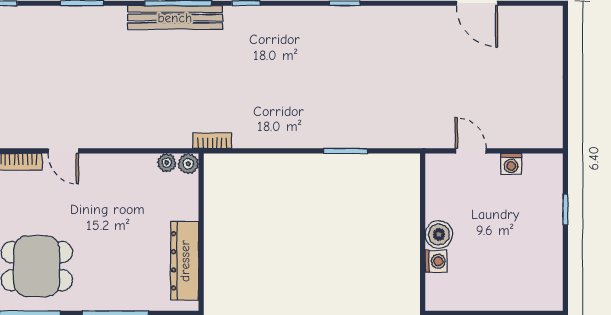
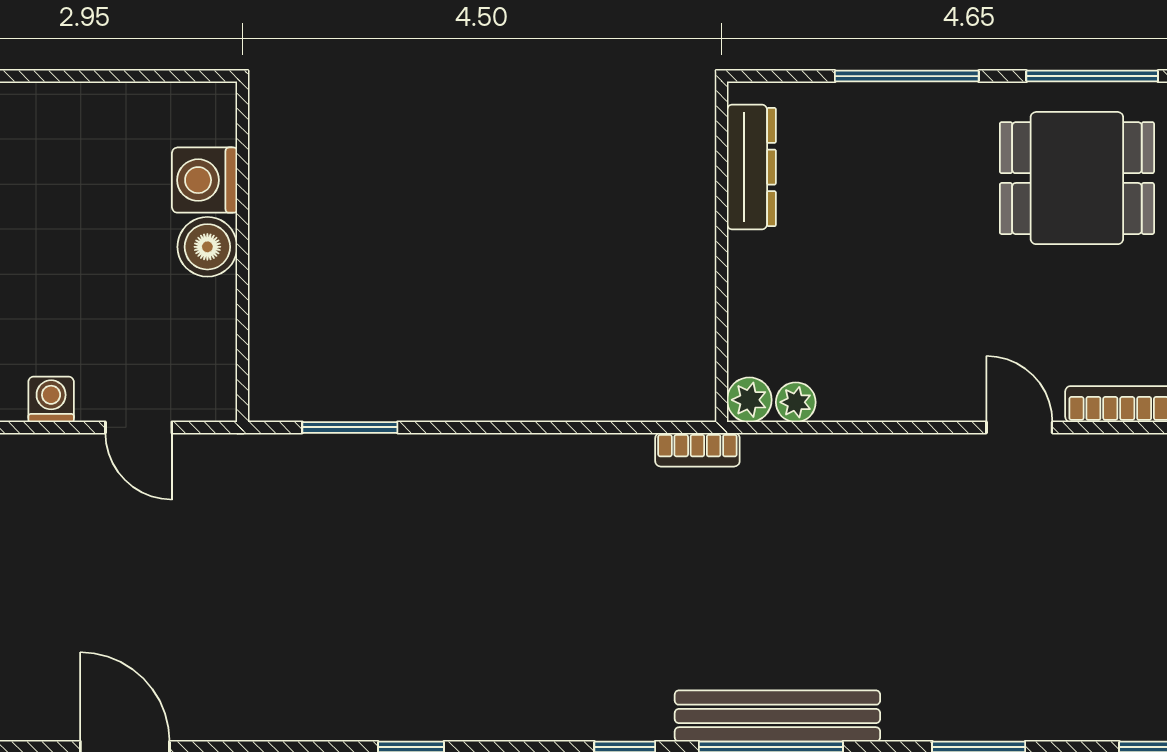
window: (345, 151) -> (350, 427), moved
dresser: (185, 261) -> (751, 167), width x0.73, depth x0.80
washing machine: (436, 261) -> (205, 180), width x1.38, depth x1.38

